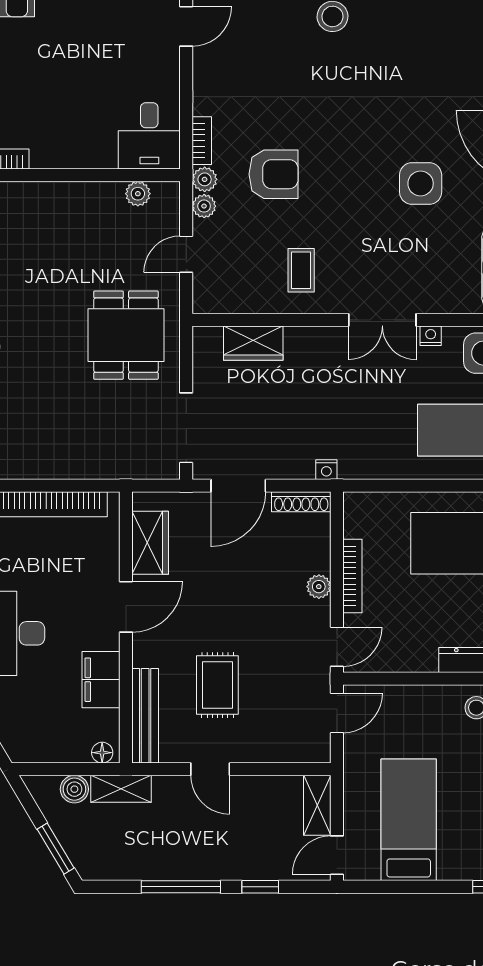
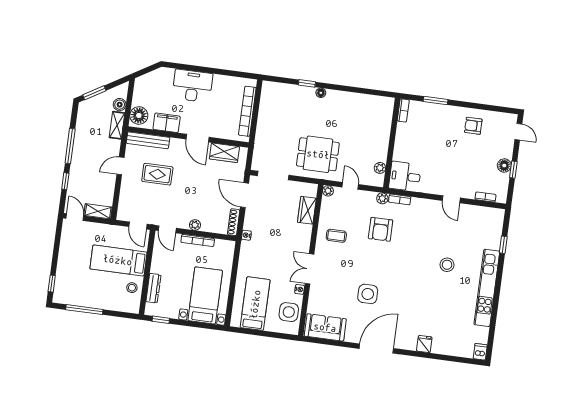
plant: (204, 206) -> (328, 191), moved
floor lamp: (102, 753) -> (139, 115), width x1.89, depth x1.89
bed: (409, 820) -> (118, 260), moved, turned 180

